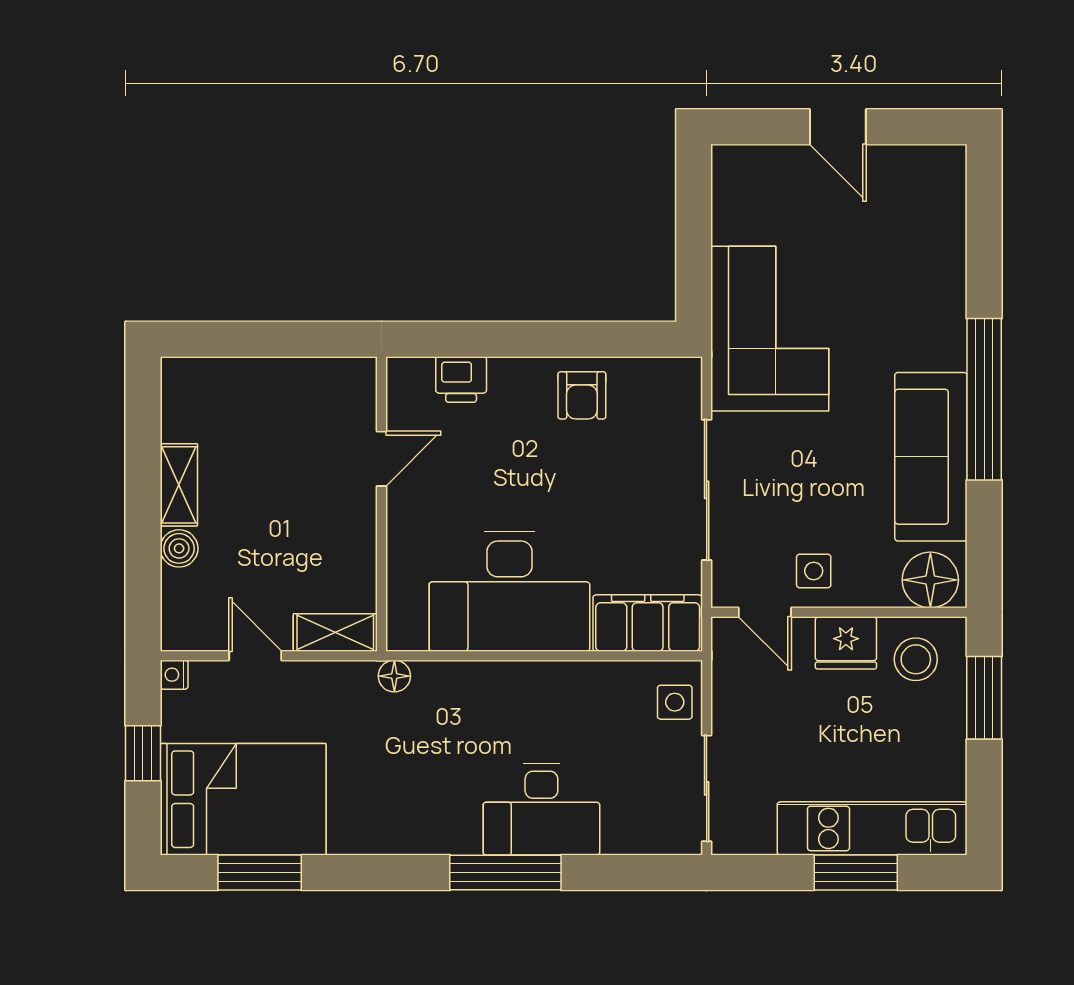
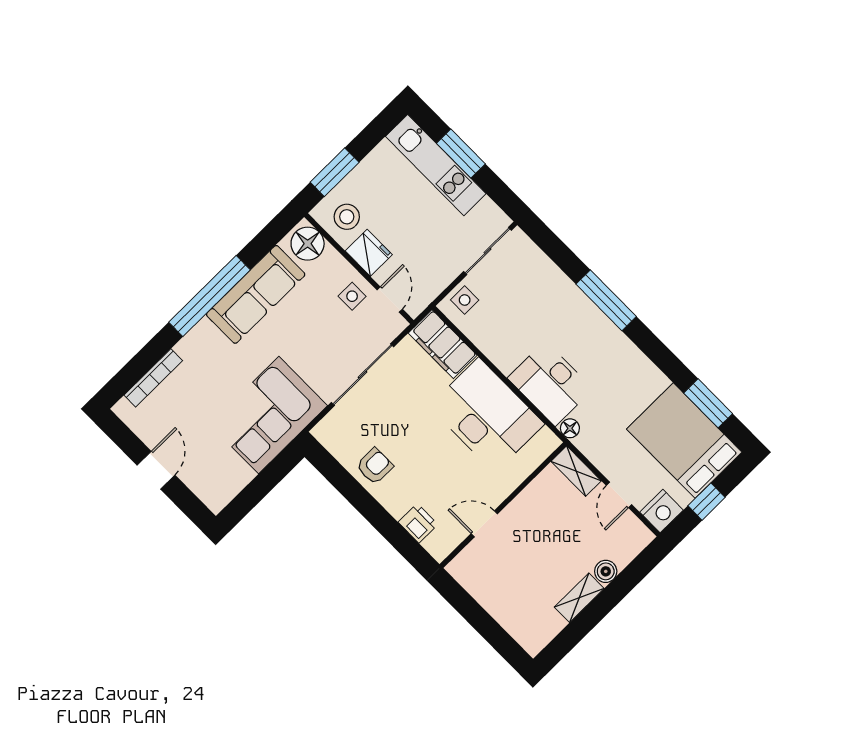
bookcase: (952, 234) -> (153, 378), added
nightstand: (174, 675) -> (662, 511), width x1.89, depth x1.79
desk: (541, 809) -> (550, 383), moved, turned 180

